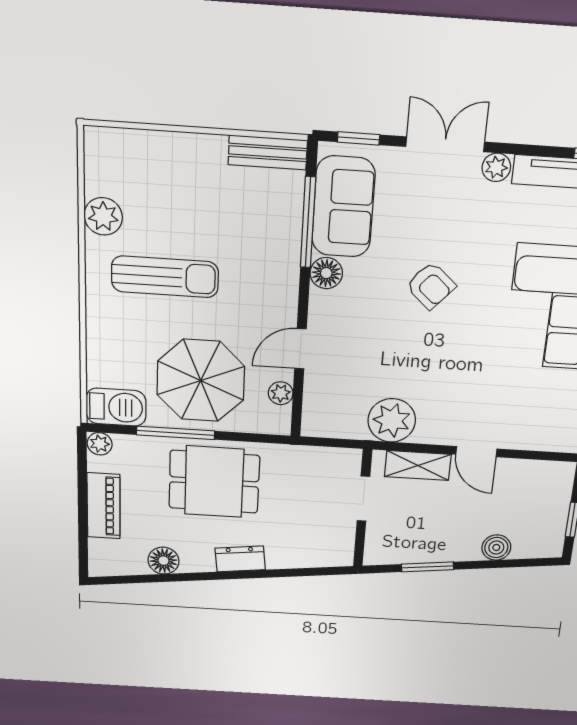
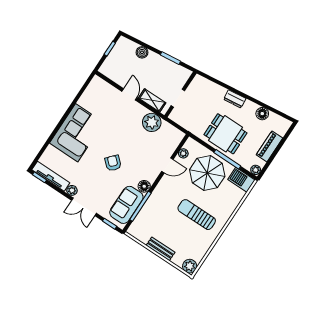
bench: (268, 152) -> (161, 249), moved
plant: (103, 216) -> (190, 266), moved

